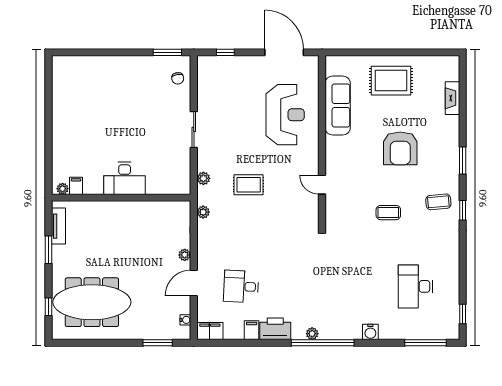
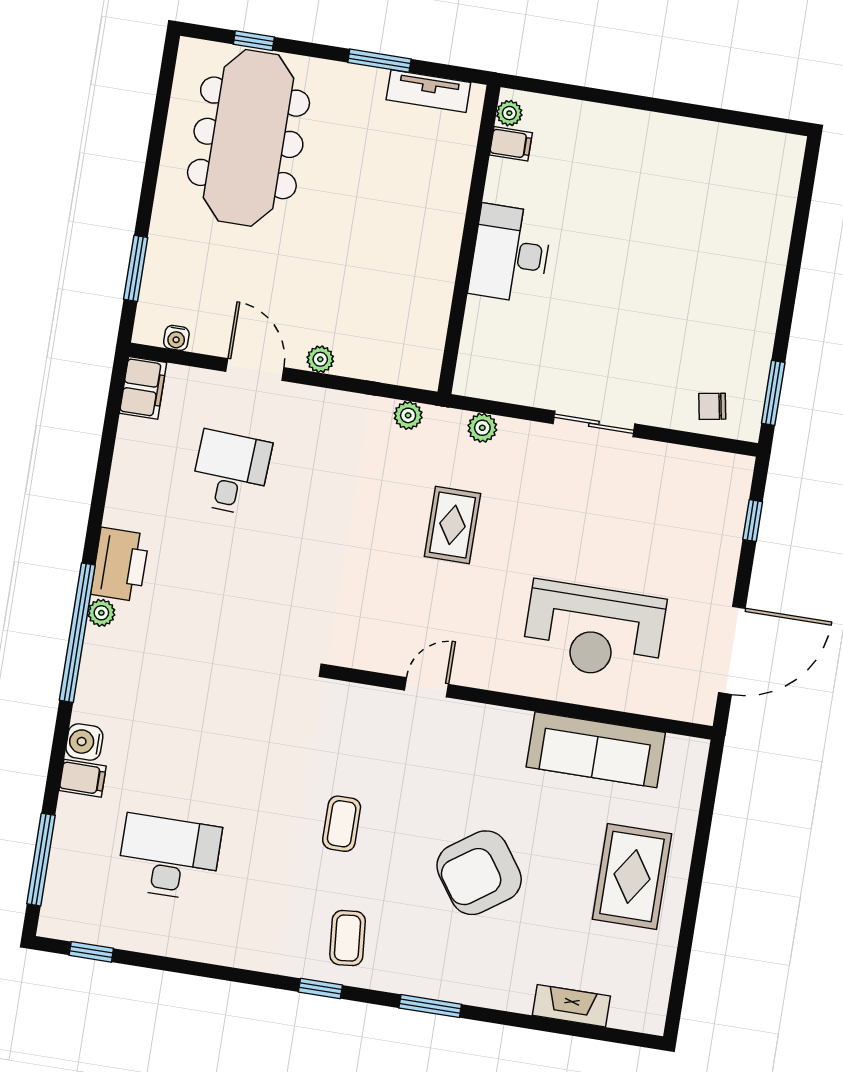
armchair: (400, 148) -> (479, 873), turned -35
printer: (275, 329) -> (120, 565), moved
filing cabinet: (252, 330) -> (83, 778), moved

